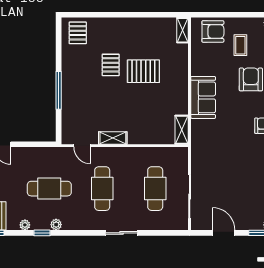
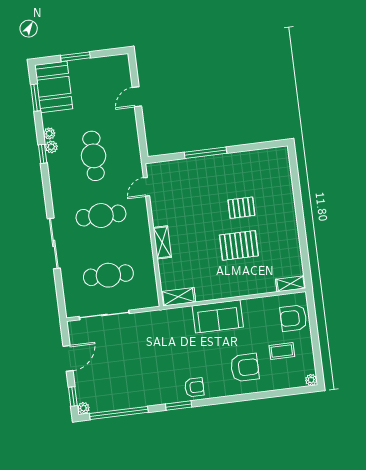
armchair: (213, 31) -> (293, 318), turned 90
pallet: (78, 33) -> (273, 166), removed
pallet: (143, 71) -> (239, 245), turned 90
shelving: (113, 138) -> (162, 242), moved
plant: (56, 225) -> (51, 147), moved
sliding door: (121, 233) -> (54, 243), width x1.37

